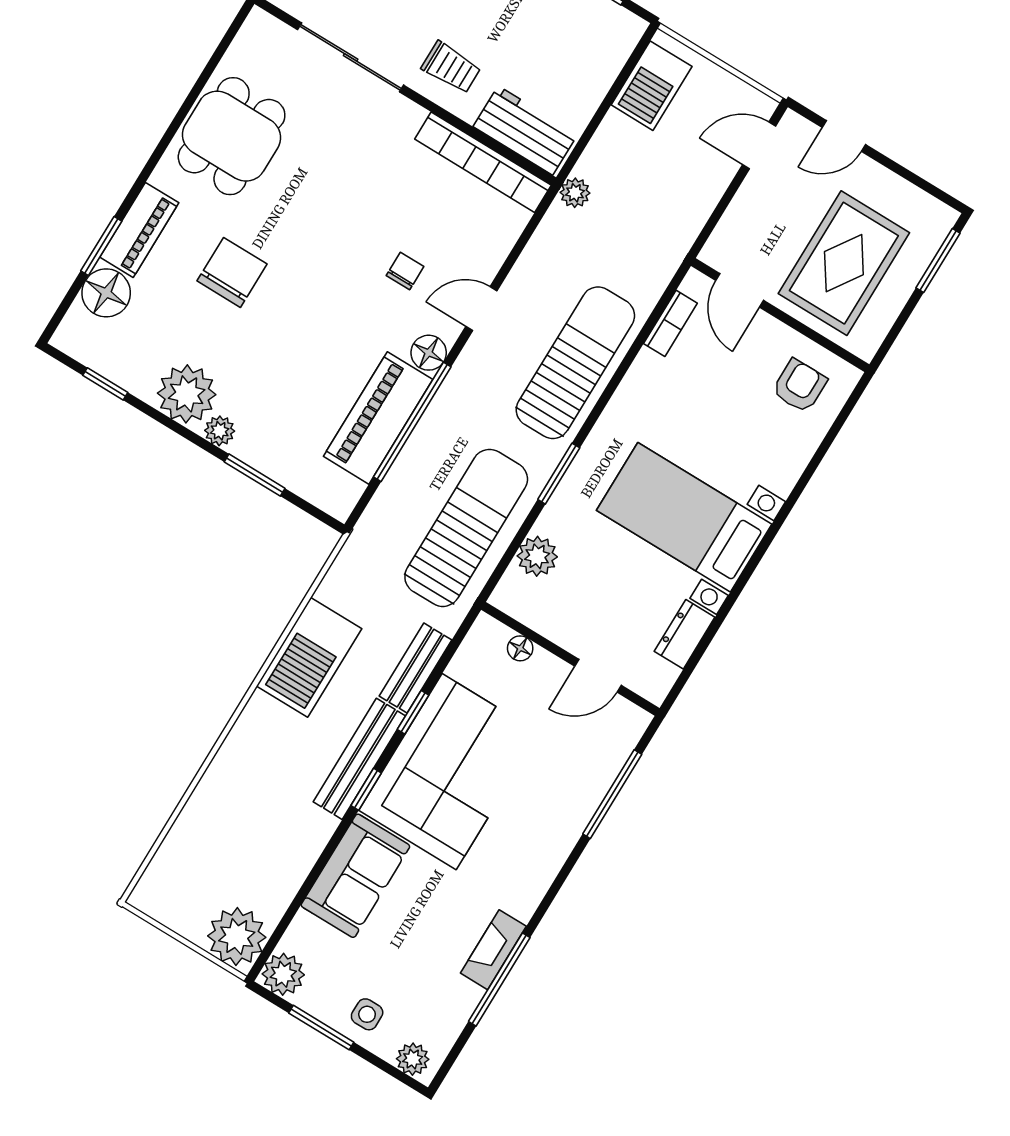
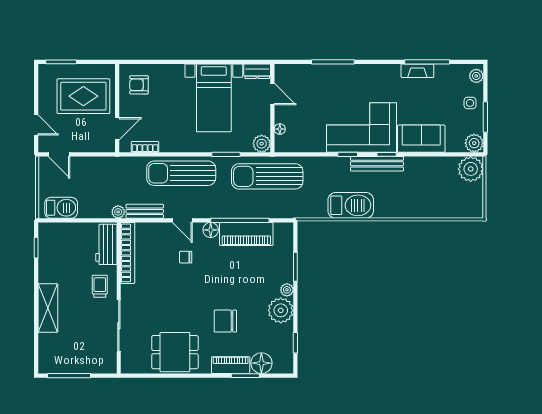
floor lamp: (520, 648) -> (280, 129), moved
wall: (570, 659) -> (272, 108), moved
bench: (415, 668) -> (145, 211), moved
door: (598, 676) -> (272, 94), moved

